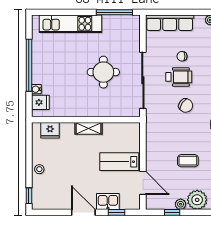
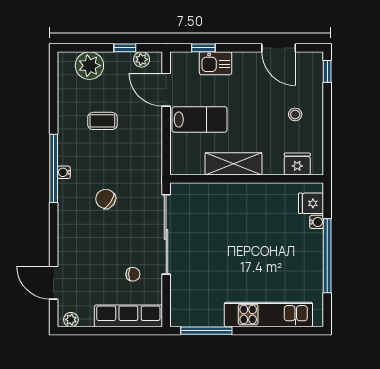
chair: (182, 56) -> (133, 274), moved
round table: (103, 72) -> (222, 246), removed
wheelchair: (179, 77) -> (115, 239), removed
shelving: (88, 128) -> (234, 164), width x1.50, depth x1.33
stool: (39, 169) -> (295, 114), moved
plant: (181, 204) -> (142, 59), moved
door: (83, 212) -> (279, 48), moved

